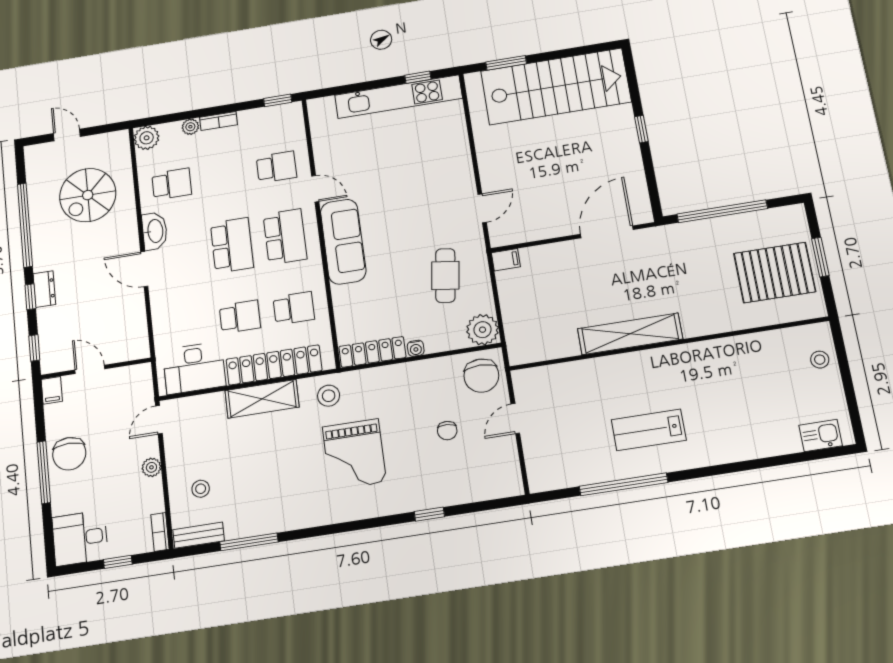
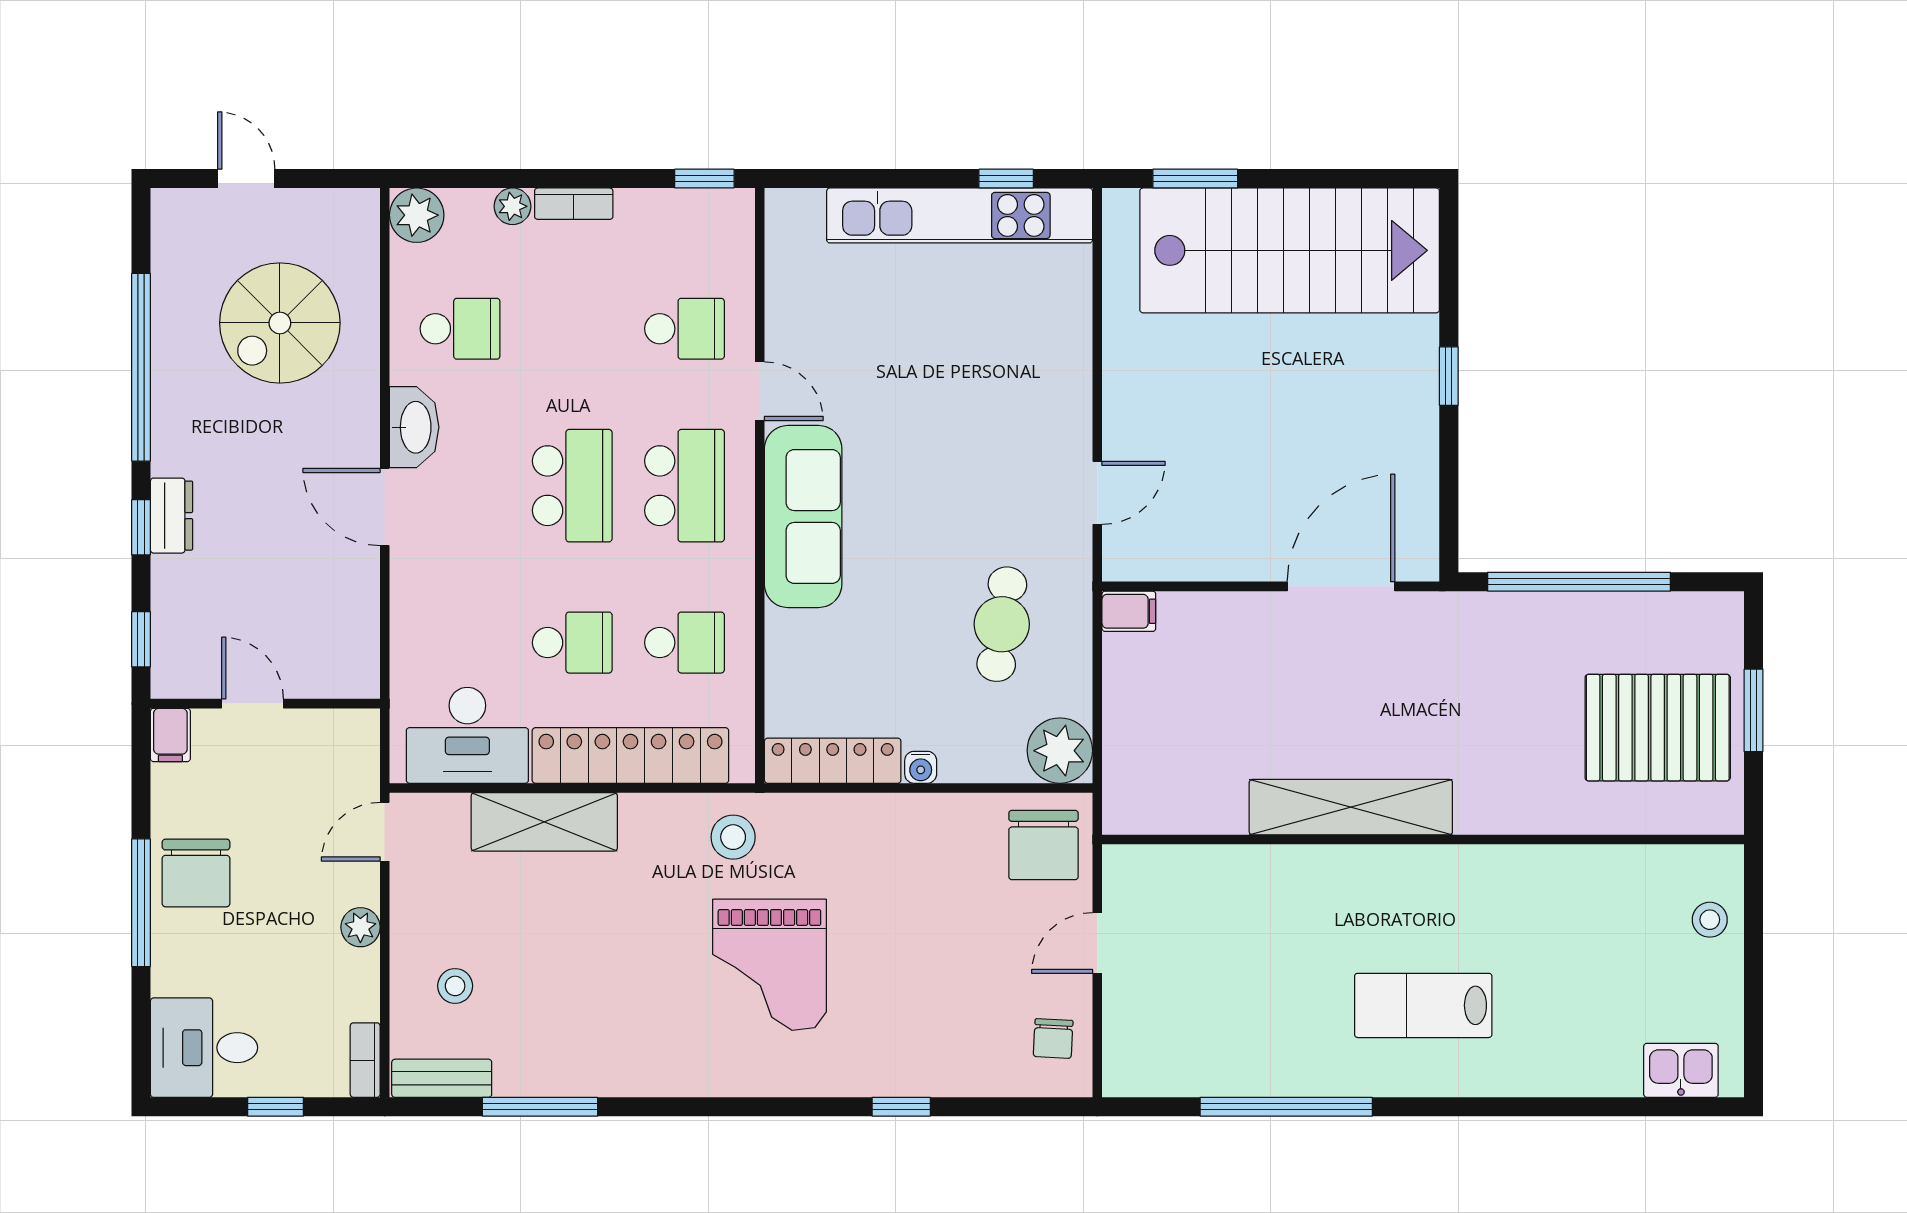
shelving: (262, 399) -> (544, 822), moved
lab bench: (649, 430) -> (1423, 1005), moved
chair: (447, 431) -> (1053, 1038), moved

